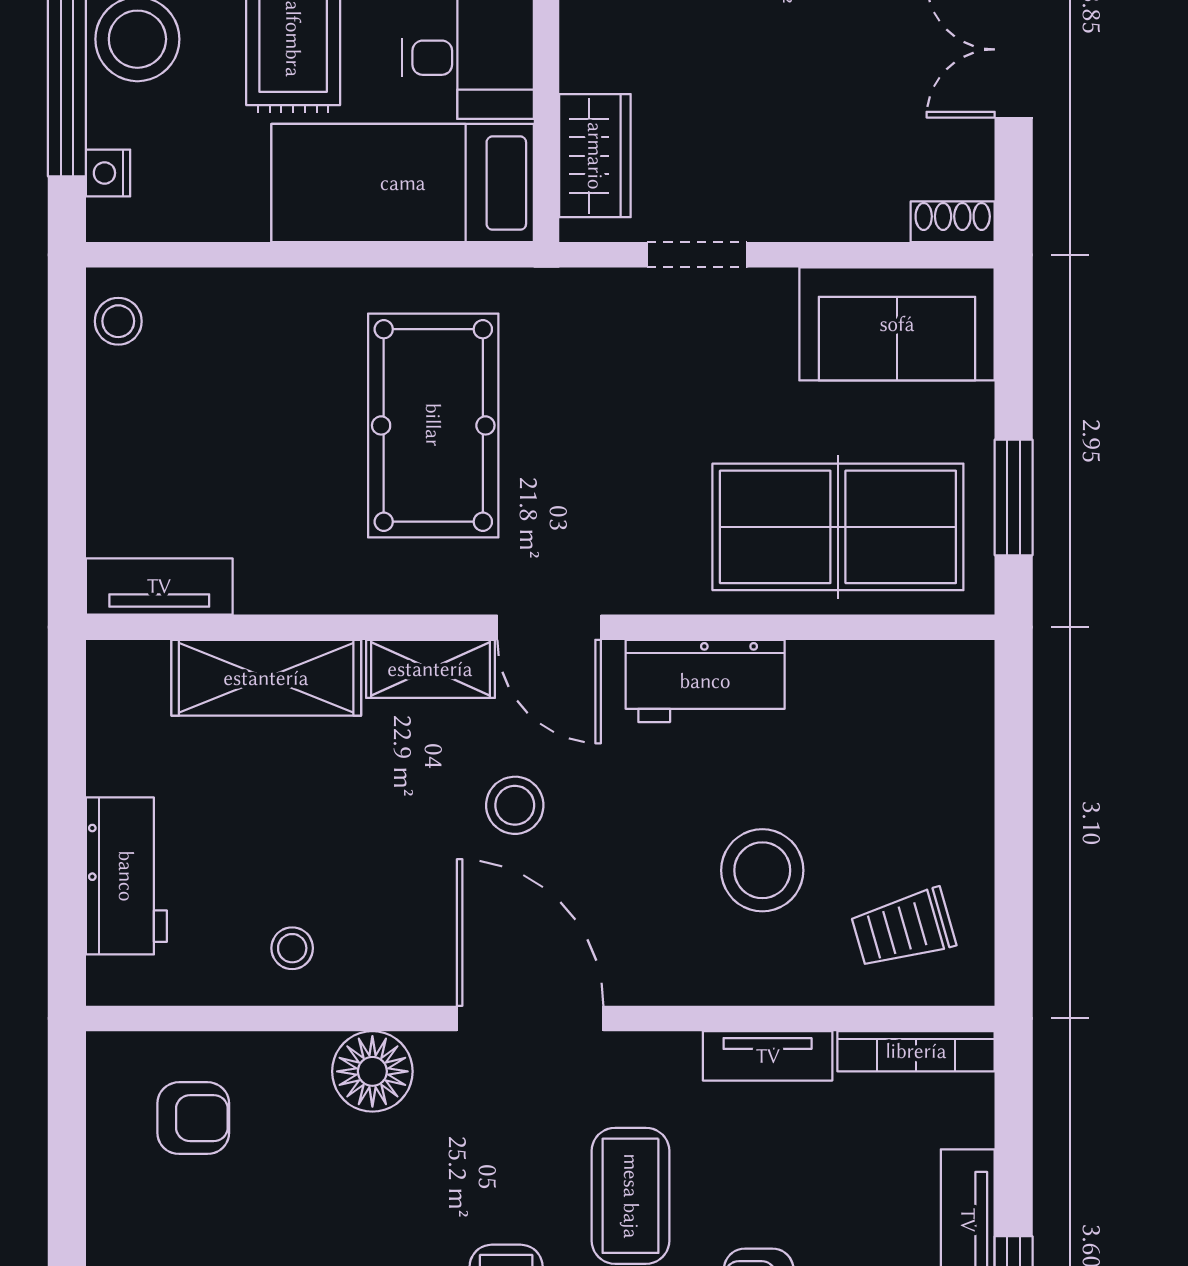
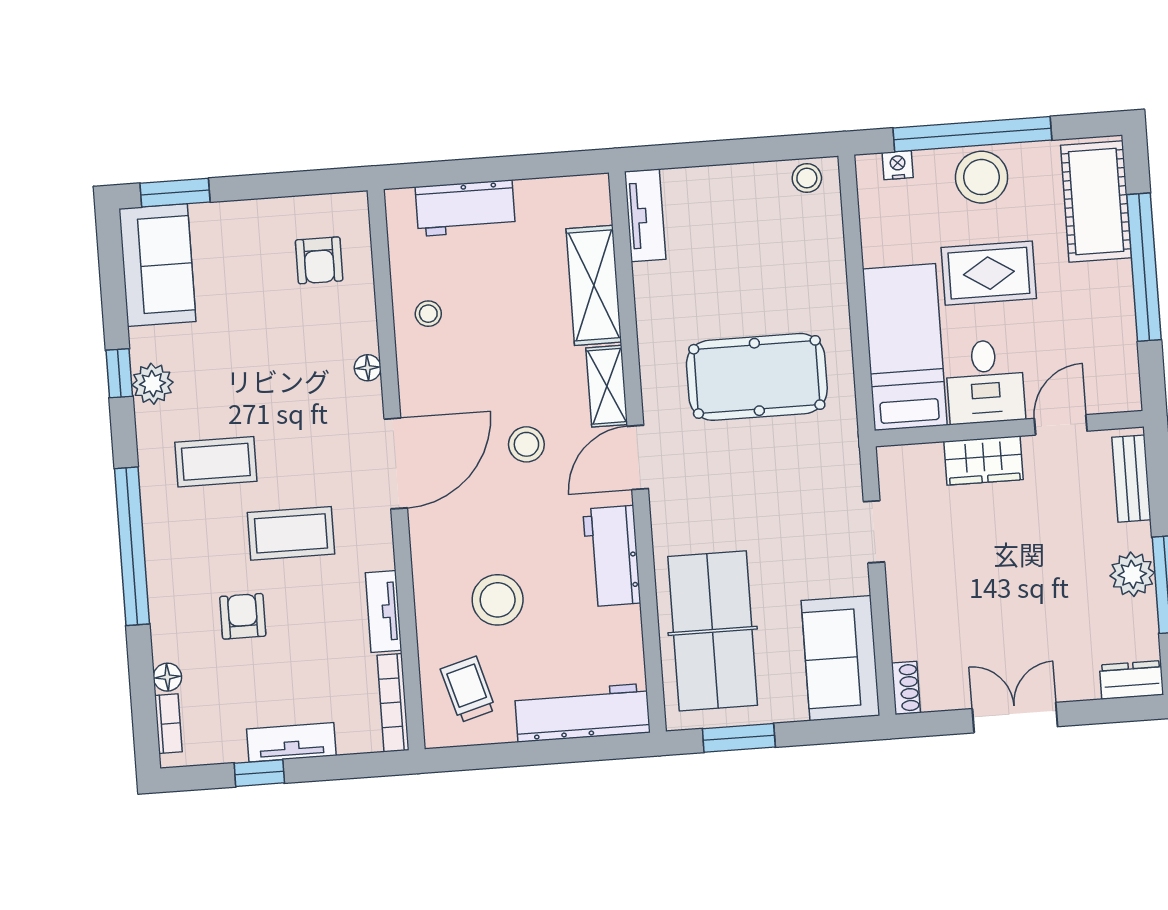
wardrobe: (595, 156) -> (984, 460), moved
workbench: (954, 747) -> (582, 713), added
floor lamp: (372, 1071) -> (368, 368), width x0.53, depth x0.53

